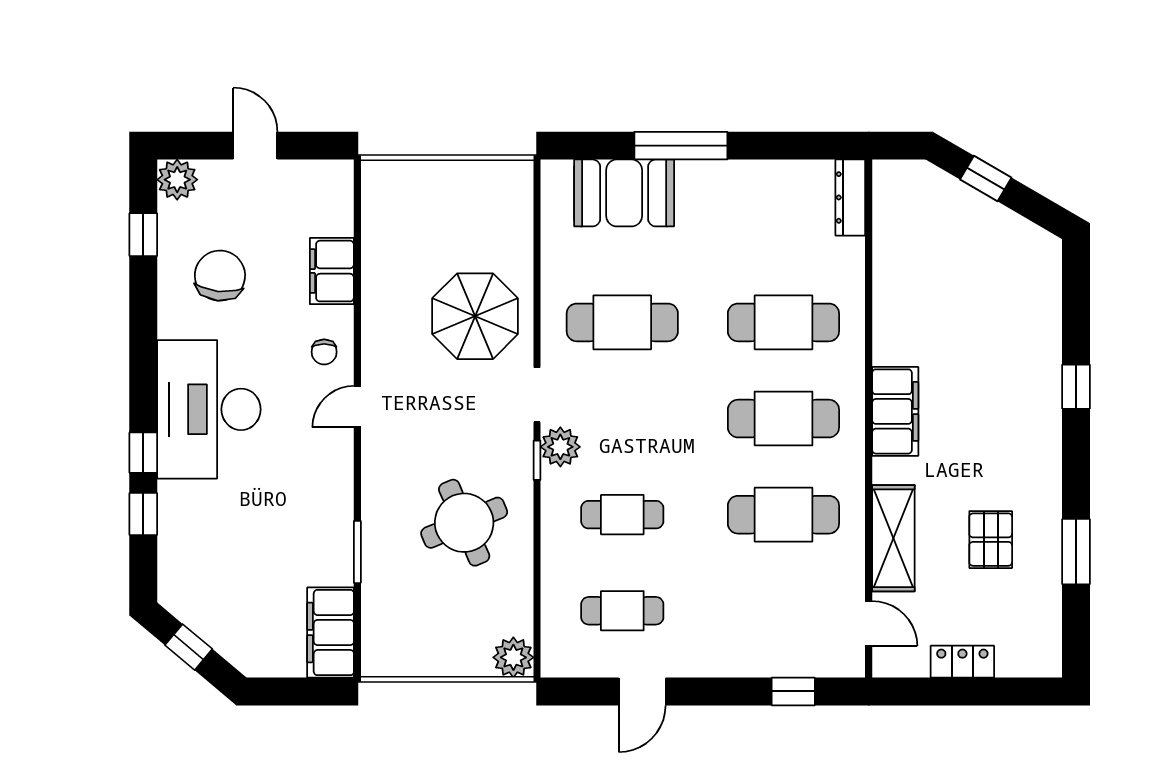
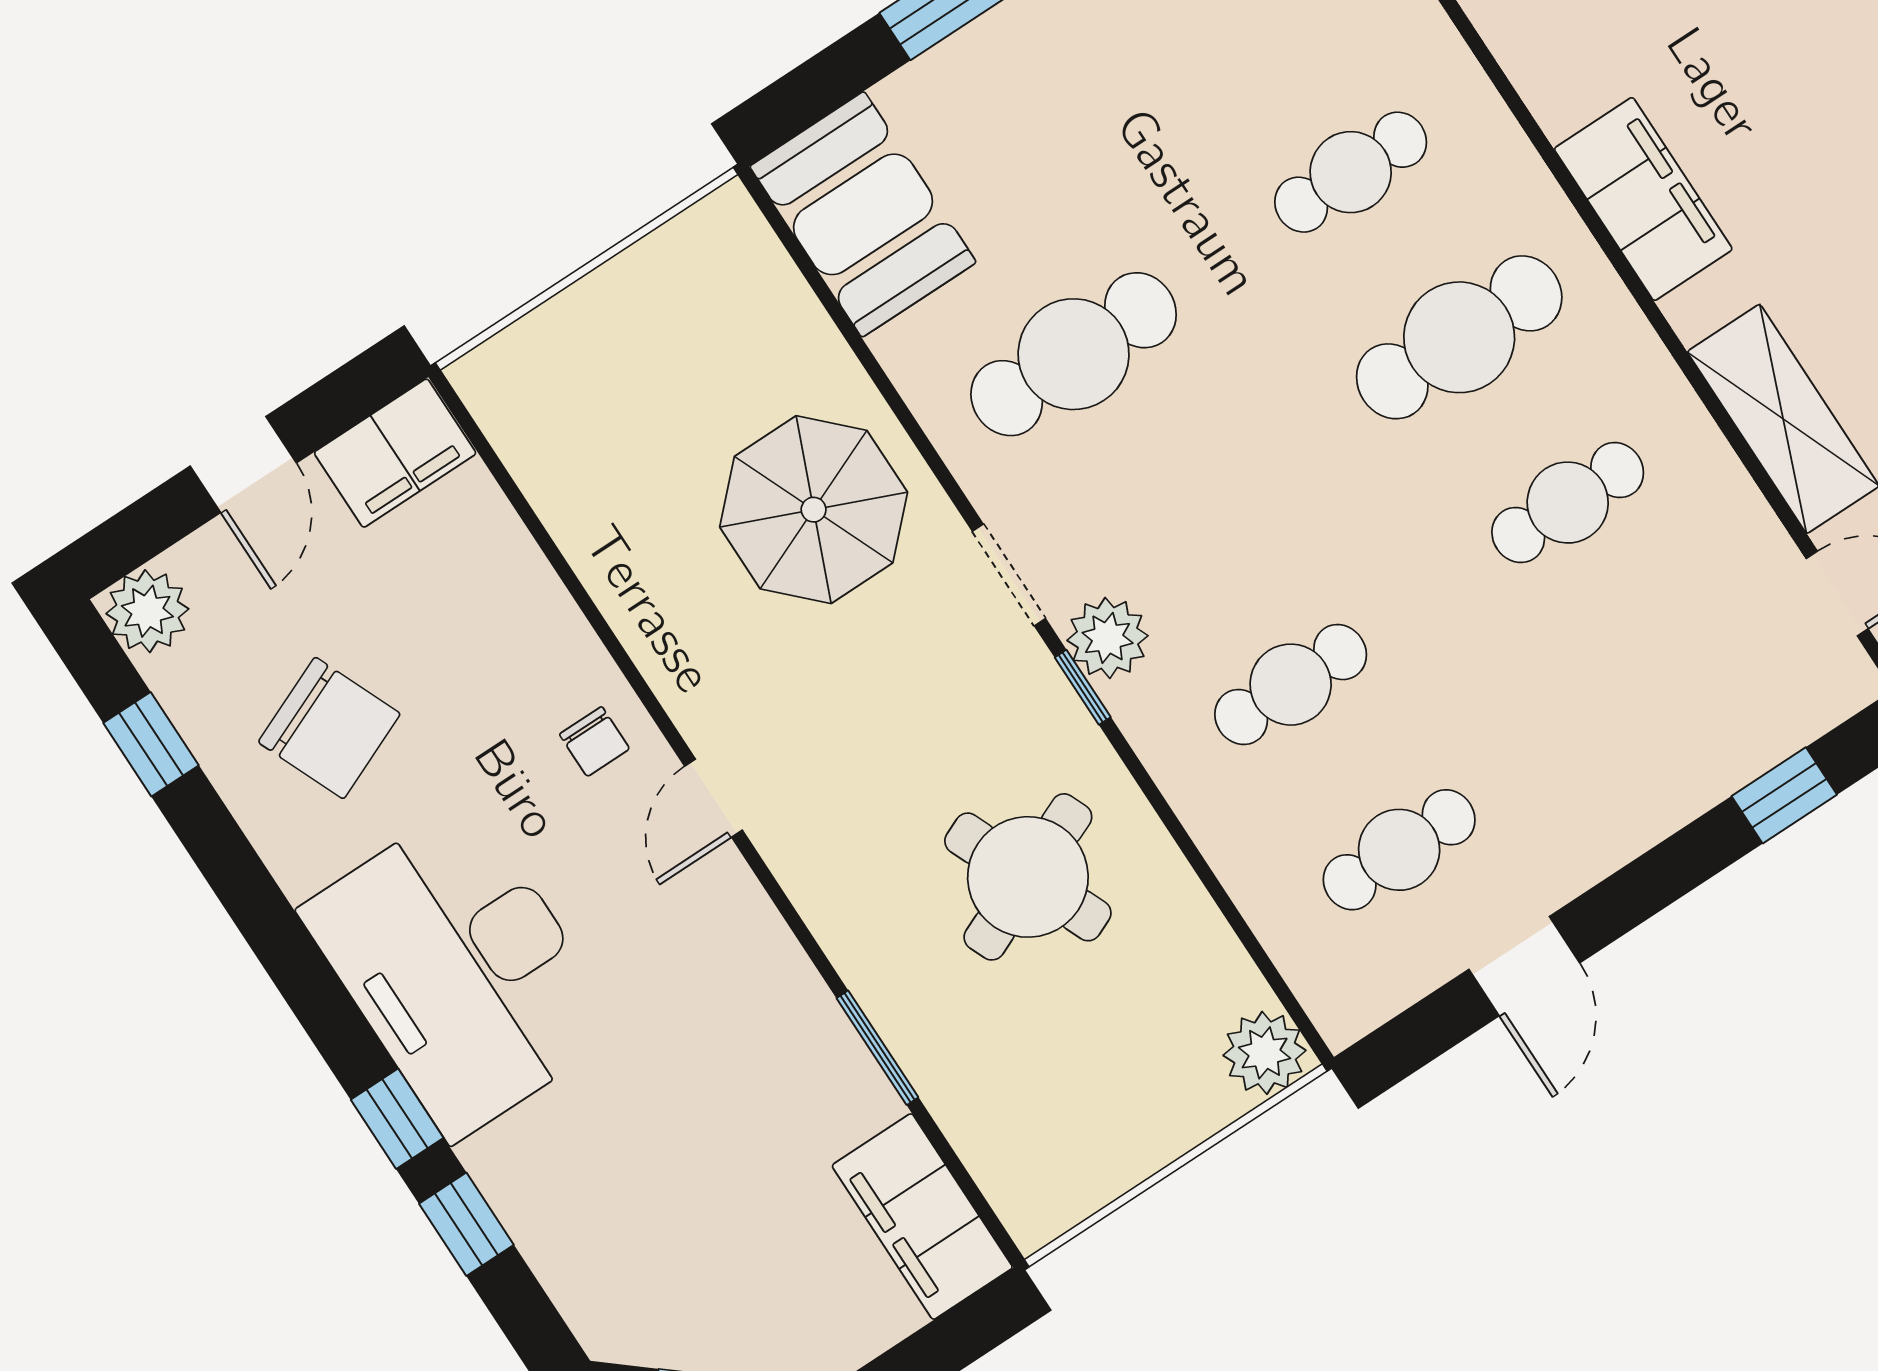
door: (255, 146) -> (243, 465), swing flipped
booth: (624, 193) -> (863, 214), moved, turned 90
filing cabinet: (332, 271) -> (395, 453), moved, turned -90
chair: (220, 276) -> (329, 728), turned 151
cafe table: (783, 322) -> (1351, 172), width x0.73, depth x0.74
cafe table: (783, 515) -> (1568, 503), width x0.73, depth x0.74

